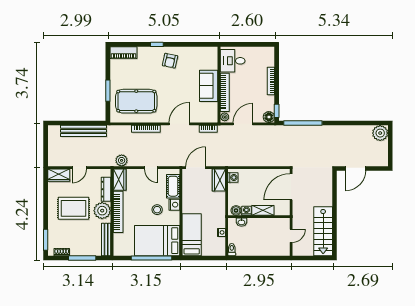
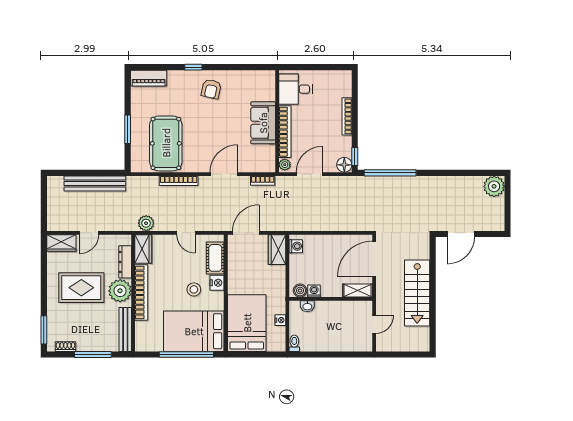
pool table: (136, 101) -> (166, 143), turned 90
shelving: (263, 210) -> (358, 291), moved
stairs: (323, 231) -> (417, 293), moved
bed: (192, 235) -> (247, 323), width x1.50

